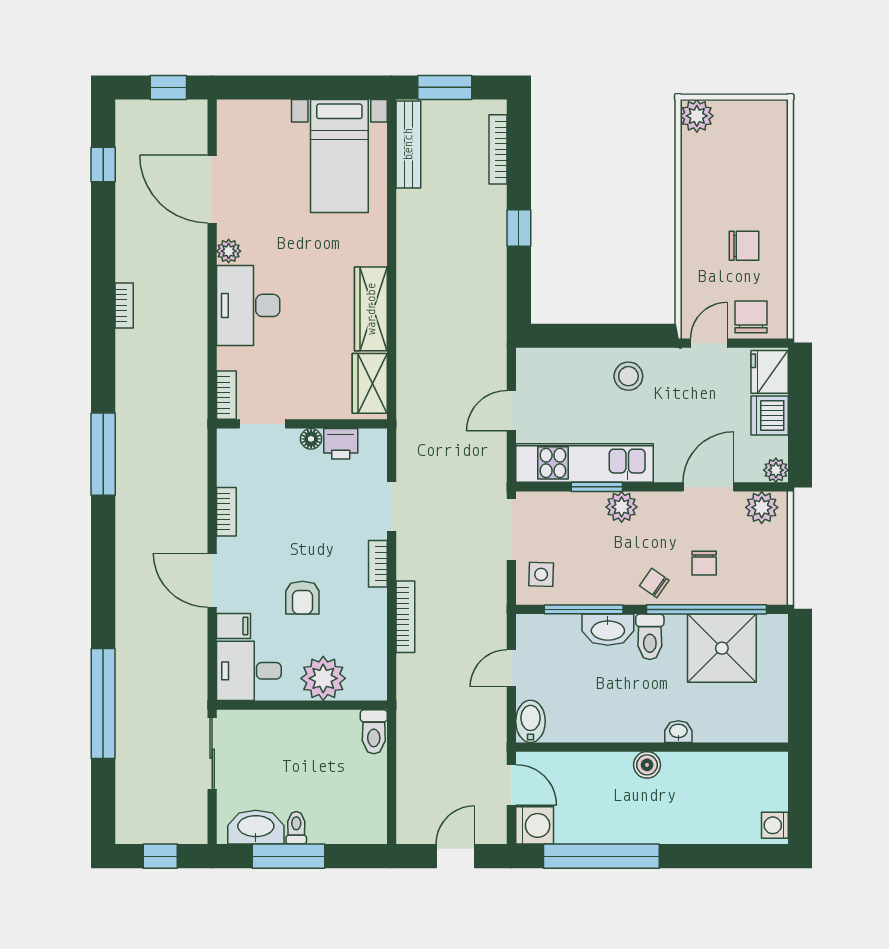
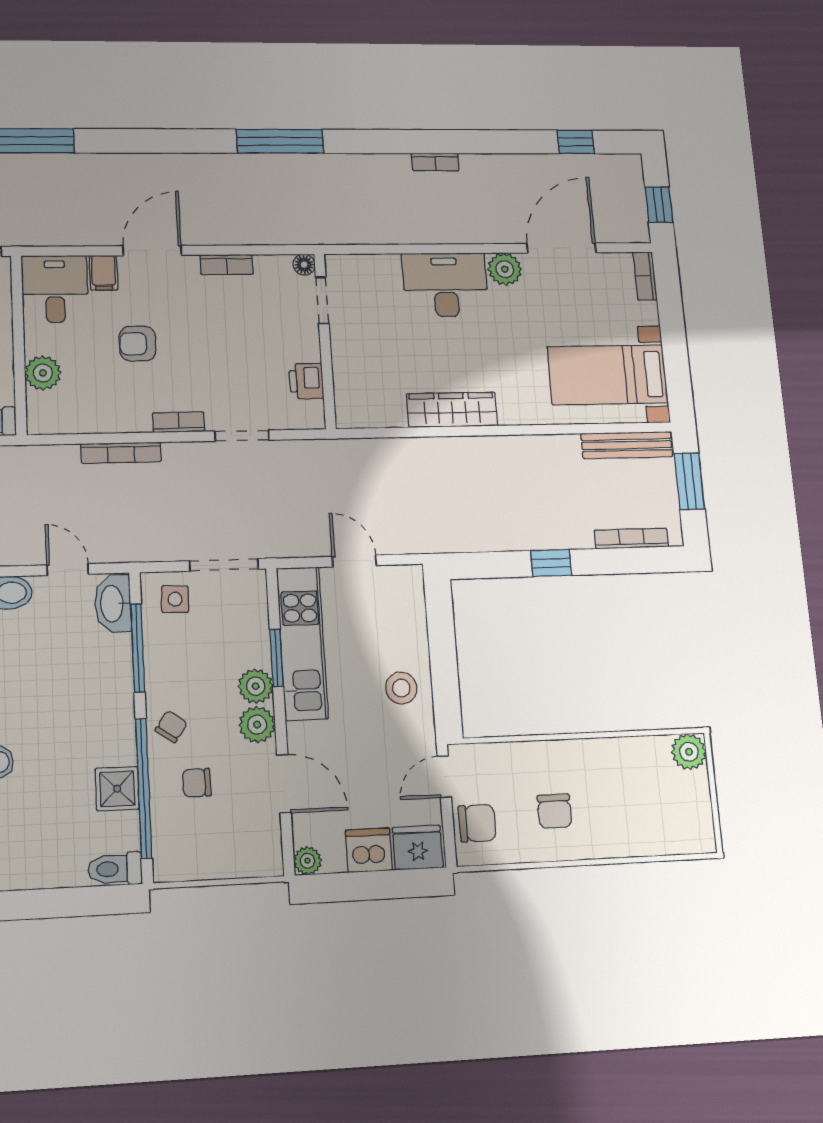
plant: (229, 251) -> (505, 269), width x1.38, depth x1.38
door: (709, 343) -> (444, 777), swing flipped
wardrobe: (370, 383) -> (373, 410), removed
bookcase: (226, 395) -> (645, 276), moved, turned 90
floor lamp: (311, 439) -> (304, 265), moved
plant: (762, 507) -> (257, 725), moved
washbasin: (608, 630) -> (113, 604), moved
toilet: (650, 637) -> (115, 869), moved
shower: (722, 648) -> (117, 789), width x0.54, depth x0.54
plant: (323, 678) -> (43, 373), width x0.73, depth x0.73

